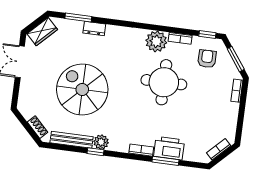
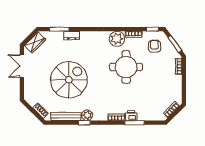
spiral stairs: (82, 89) -> (69, 80), turned 90
printer: (169, 148) -> (131, 116), width x0.53, depth x0.68

